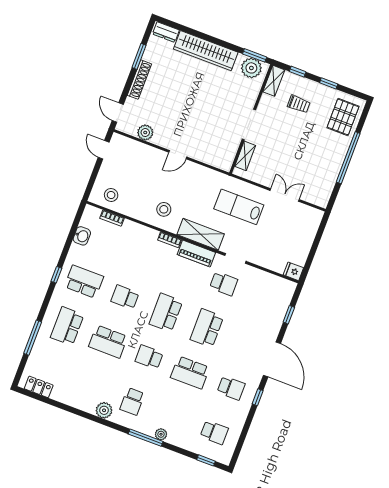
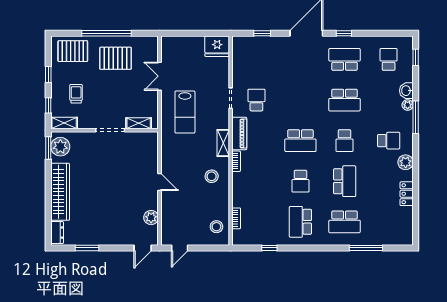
shoe rack: (139, 80) -> (107, 240), removed
pallet: (319, 157) -> (116, 58), added
shelving: (201, 234) -> (223, 143), width x0.67, depth x0.75
washbasin: (82, 236) -> (406, 91), moved, turned -90
fridge: (293, 271) -> (217, 46), width x1.88, depth x1.34
window: (56, 275) -> (269, 248), moved
school desk: (207, 328) -> (300, 100), removed
school desk: (190, 372) -> (345, 100), turned 90
locker: (39, 387) -> (407, 194), moved
school desk: (231, 388) -> (345, 59), width x1.85

